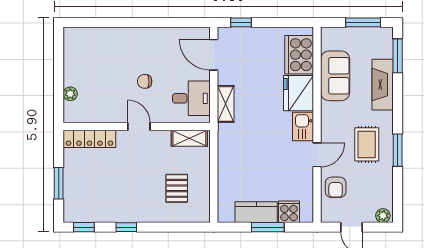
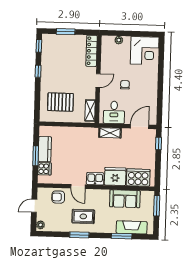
window: (363, 22) -> (157, 206), moved
corner desk: (87, 50) -> (145, 51), added
window: (398, 56) -> (122, 236), moved
fireplace: (383, 85) -> (132, 227), moved
pallet: (177, 188) -> (60, 102), width x1.50, depth x1.42

